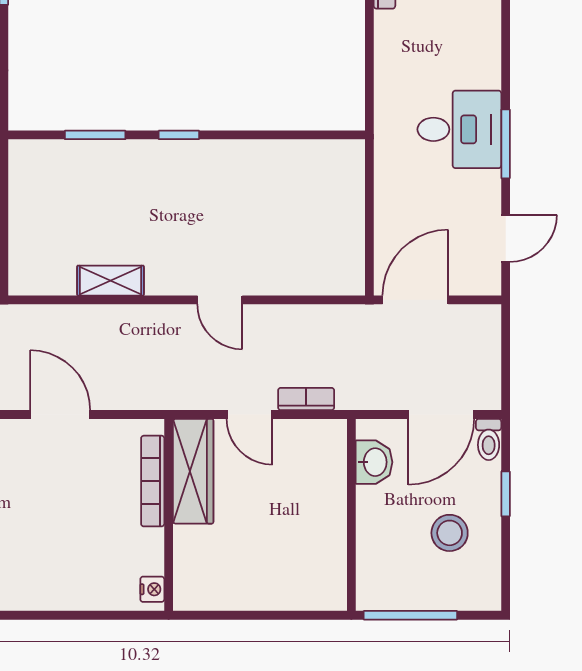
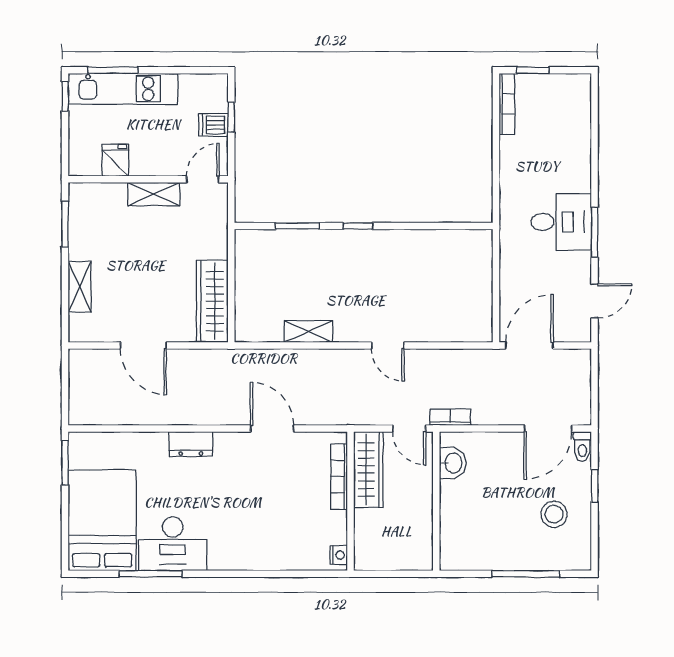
washbasin: (374, 462) -> (453, 463), moved
wall: (351, 515) -> (436, 501), moved

